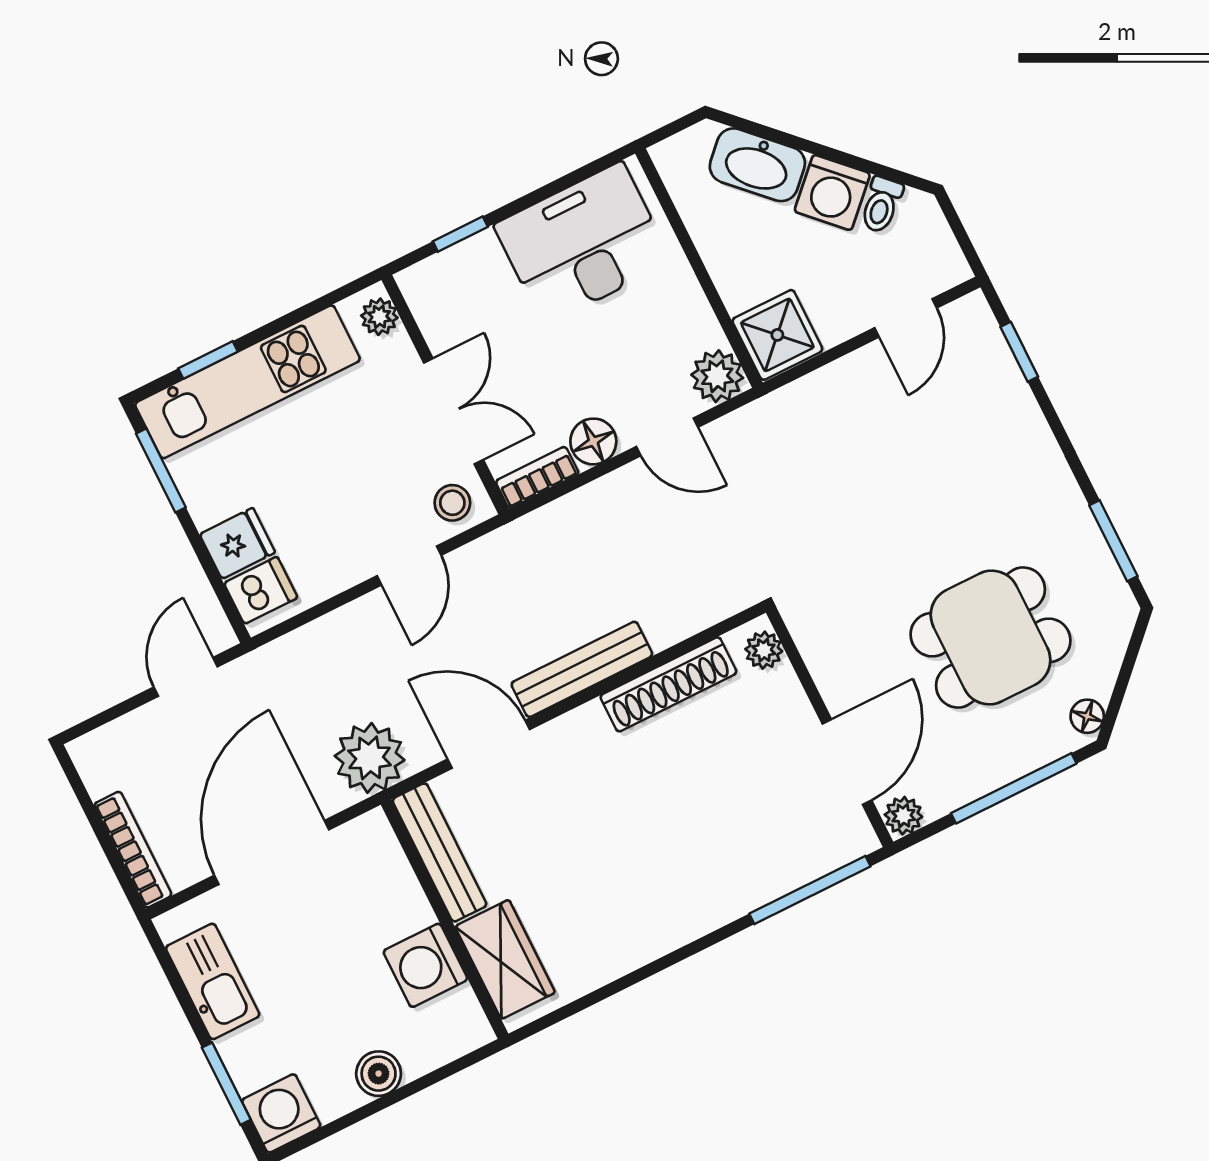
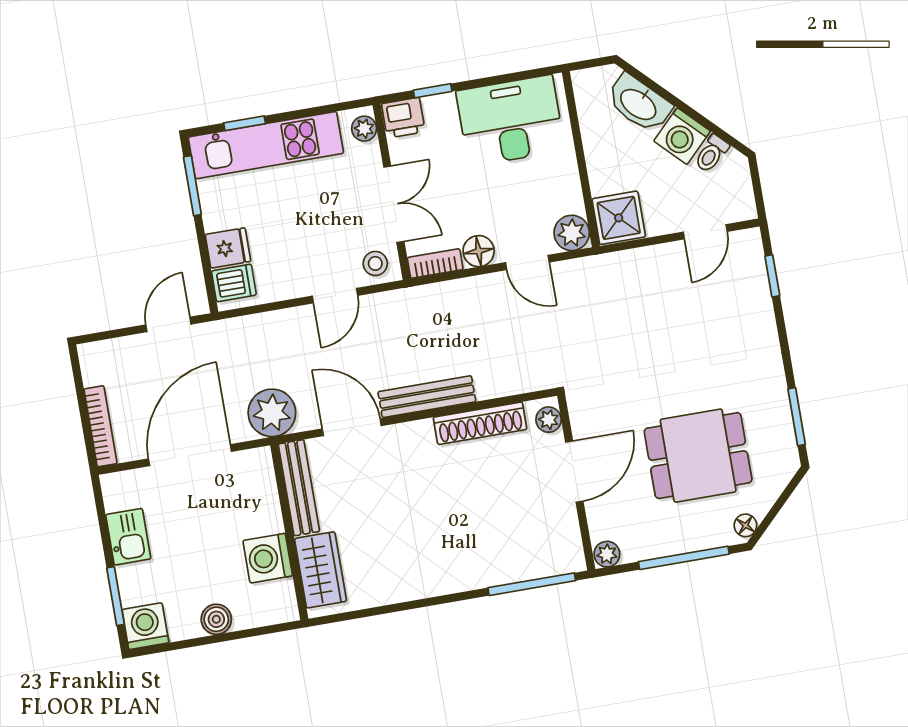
printer: (430, 285) -> (403, 118), added
door: (847, 762) -> (574, 472), moved
kitchen sink: (213, 981) -> (128, 537), width x0.73

